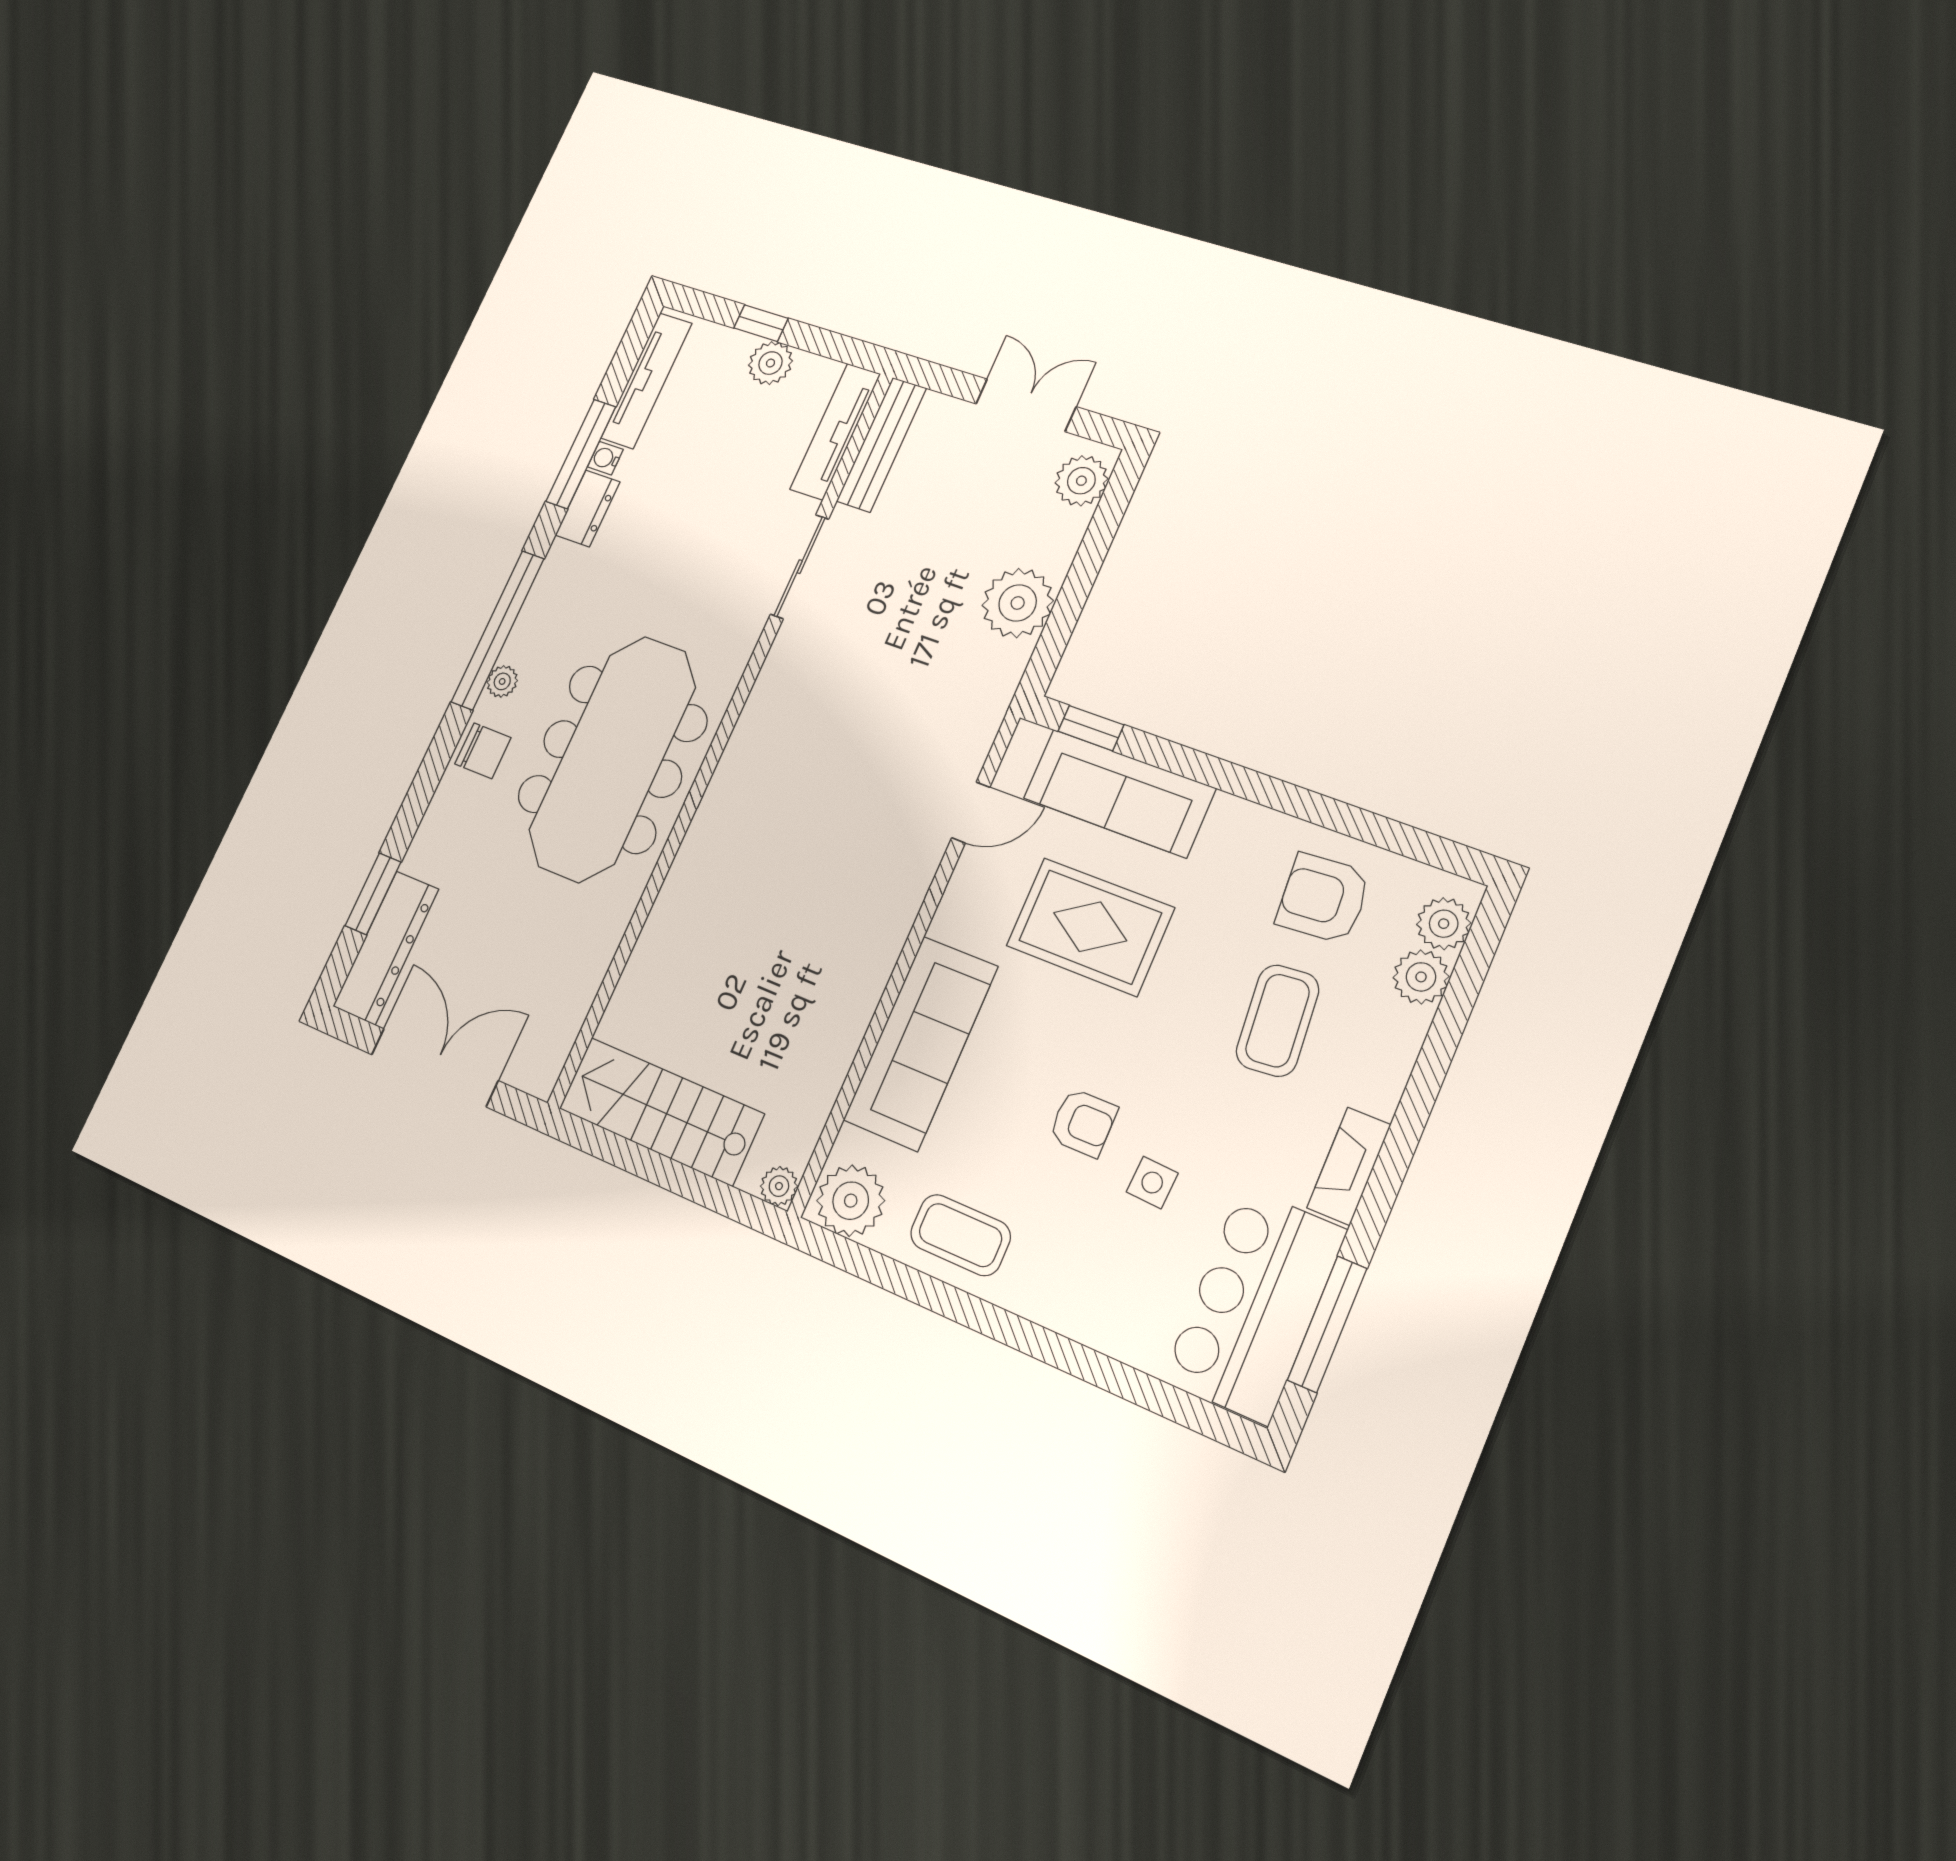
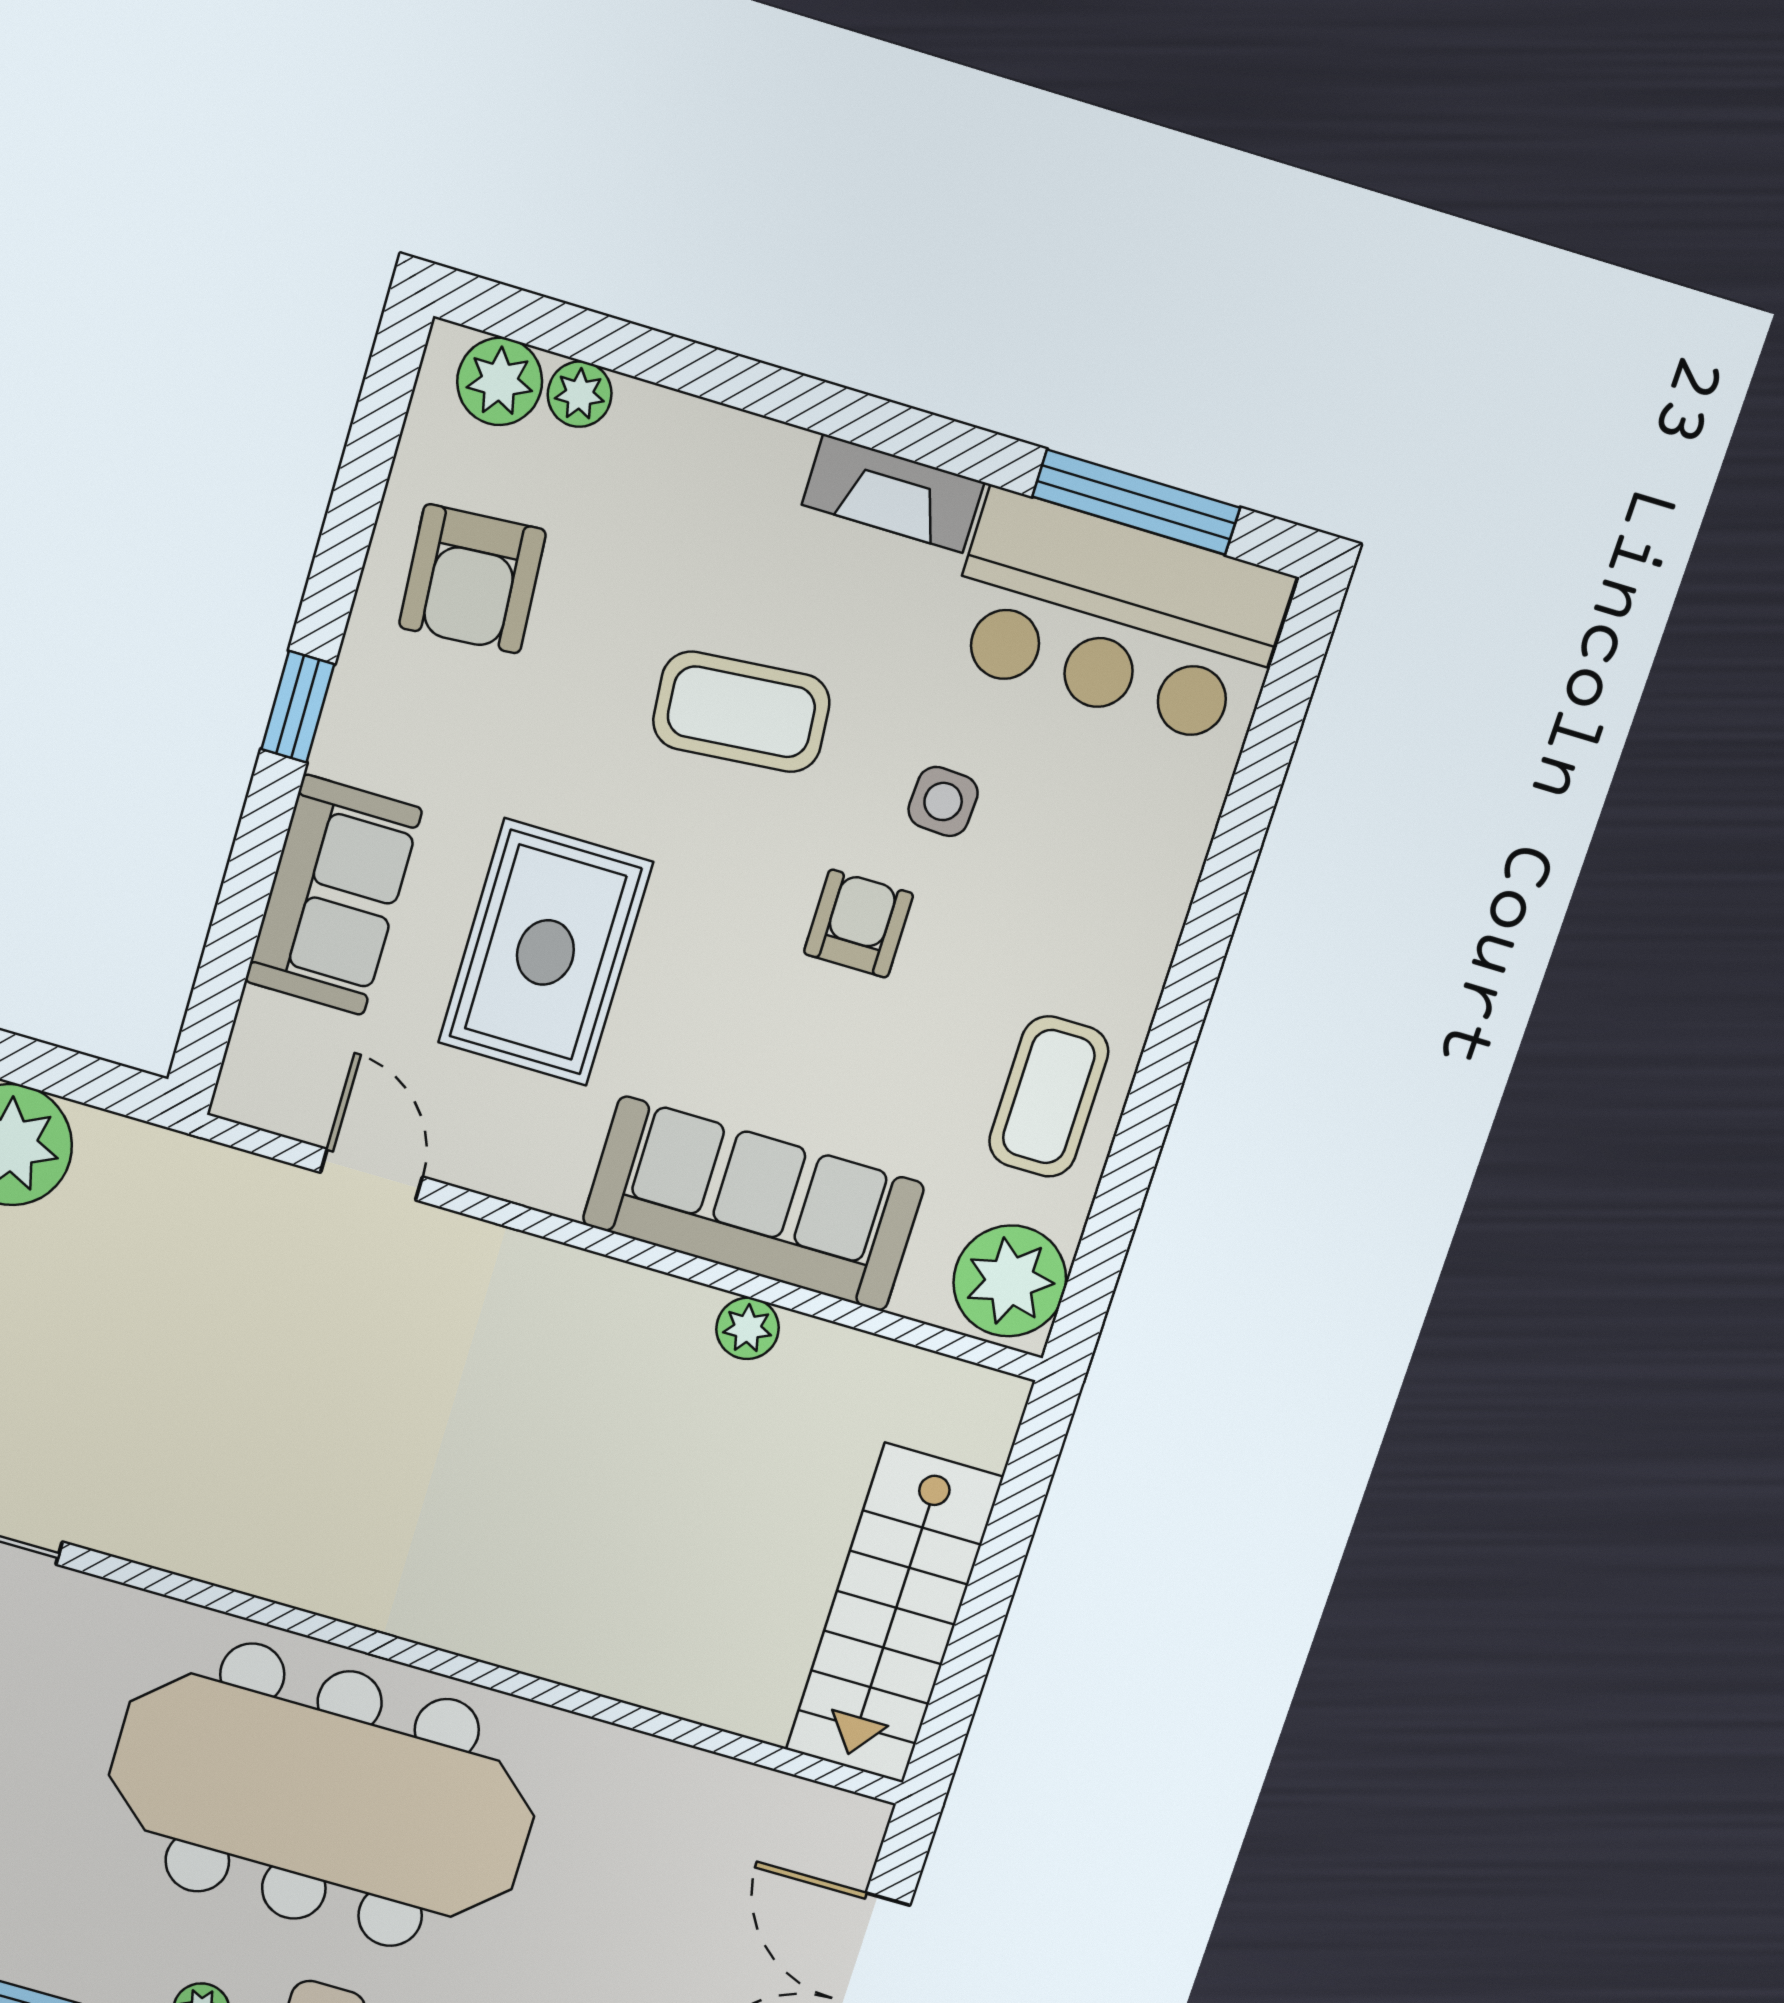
window: (1091, 728) -> (298, 707), moved
sofa: (1119, 793) -> (333, 895), width x0.73
plant: (1421, 977) -> (580, 394), width x0.73, depth x0.73
coffee table: (1278, 1021) -> (741, 712), moved
plant: (779, 1186) -> (747, 1328), moved

